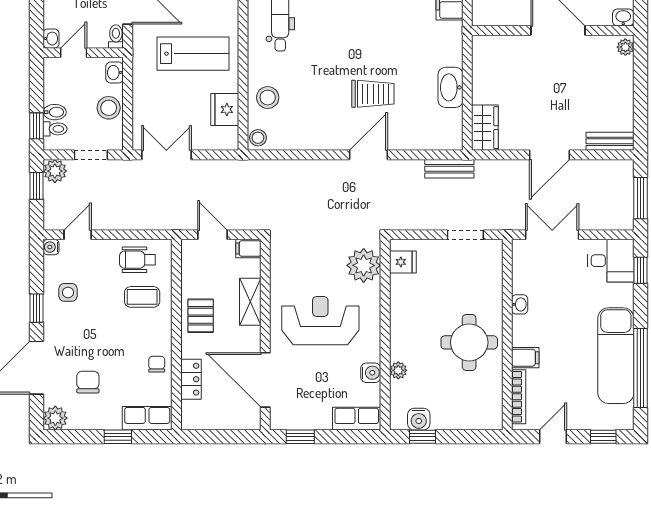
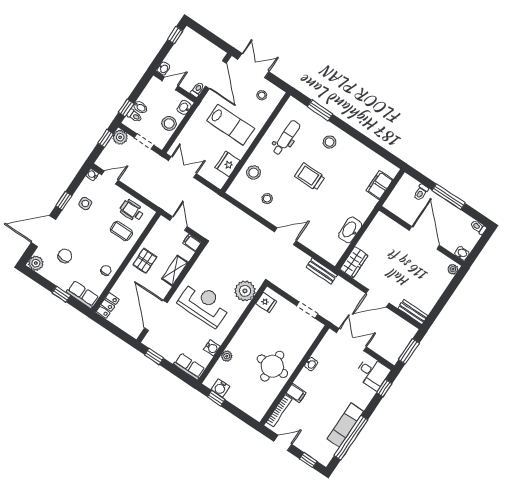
trolley: (373, 94) -> (310, 177), moved, turned 180
stool: (258, 138) -> (267, 199), moved
exam couch: (616, 356) -> (345, 425), width x0.73, depth x0.69
locker: (191, 379) -> (108, 305), moved

